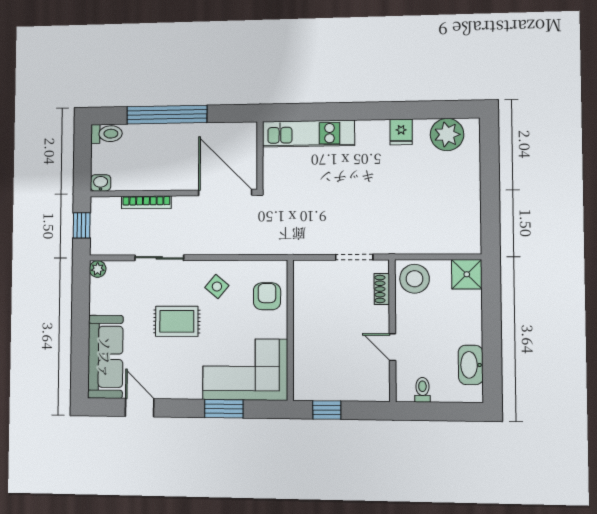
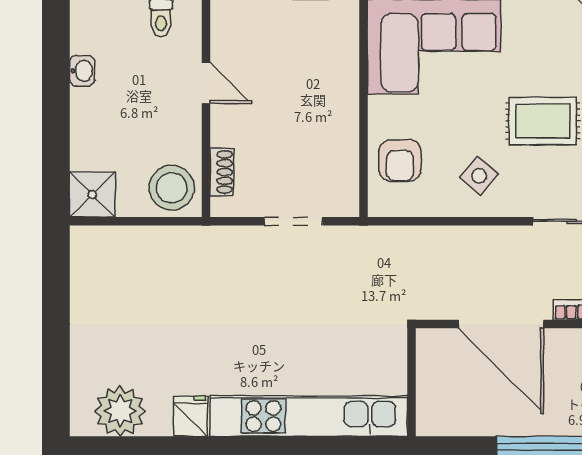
kitchen unit: (308, 134) -> (309, 416), width x1.36
door: (225, 193) -> (501, 324), moved
doorway: (354, 257) -> (293, 221), moved
washbasin: (471, 365) -> (82, 71), width x0.52, depth x0.69

